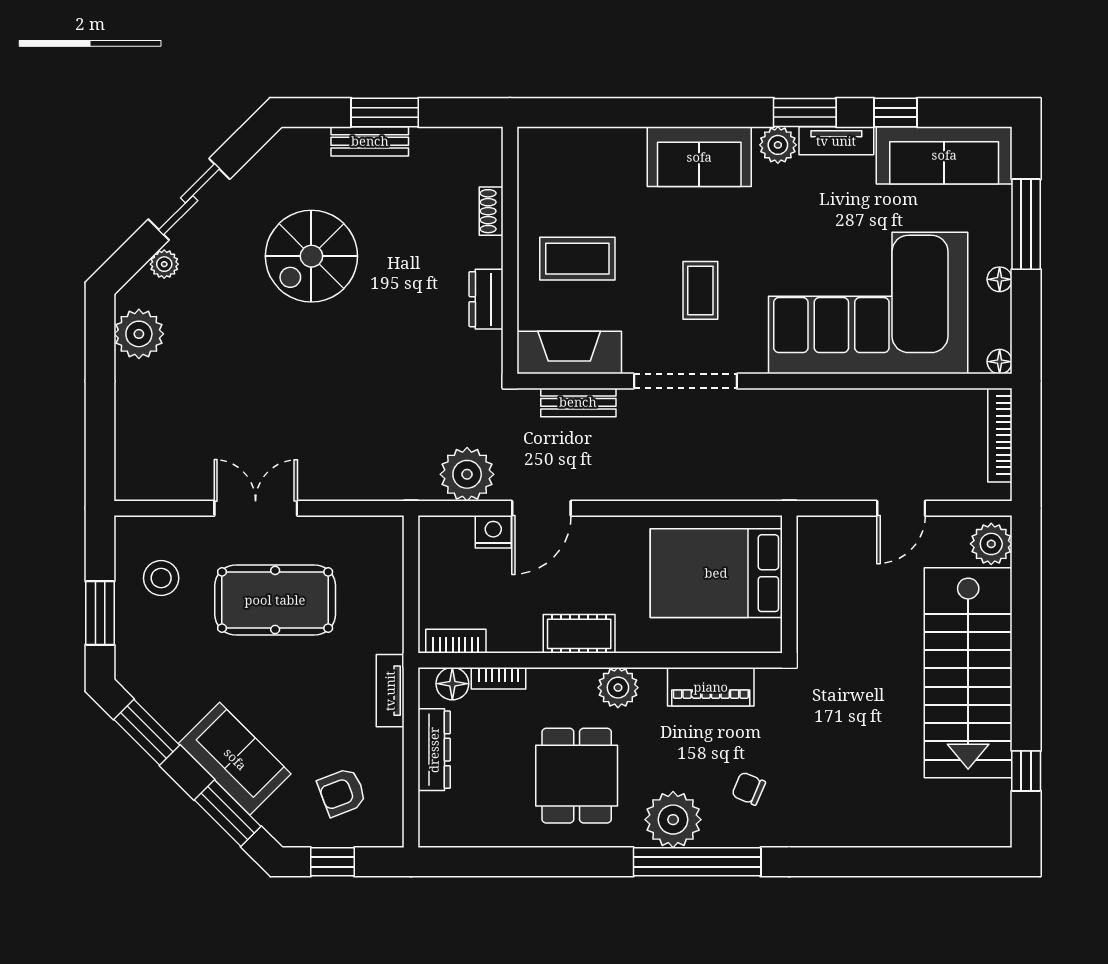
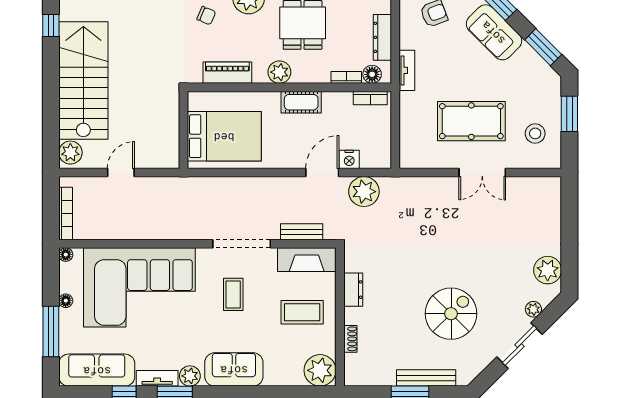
bench: (370, 141) -> (426, 378), width x1.36
plant: (545, 155) -> (320, 370), added

